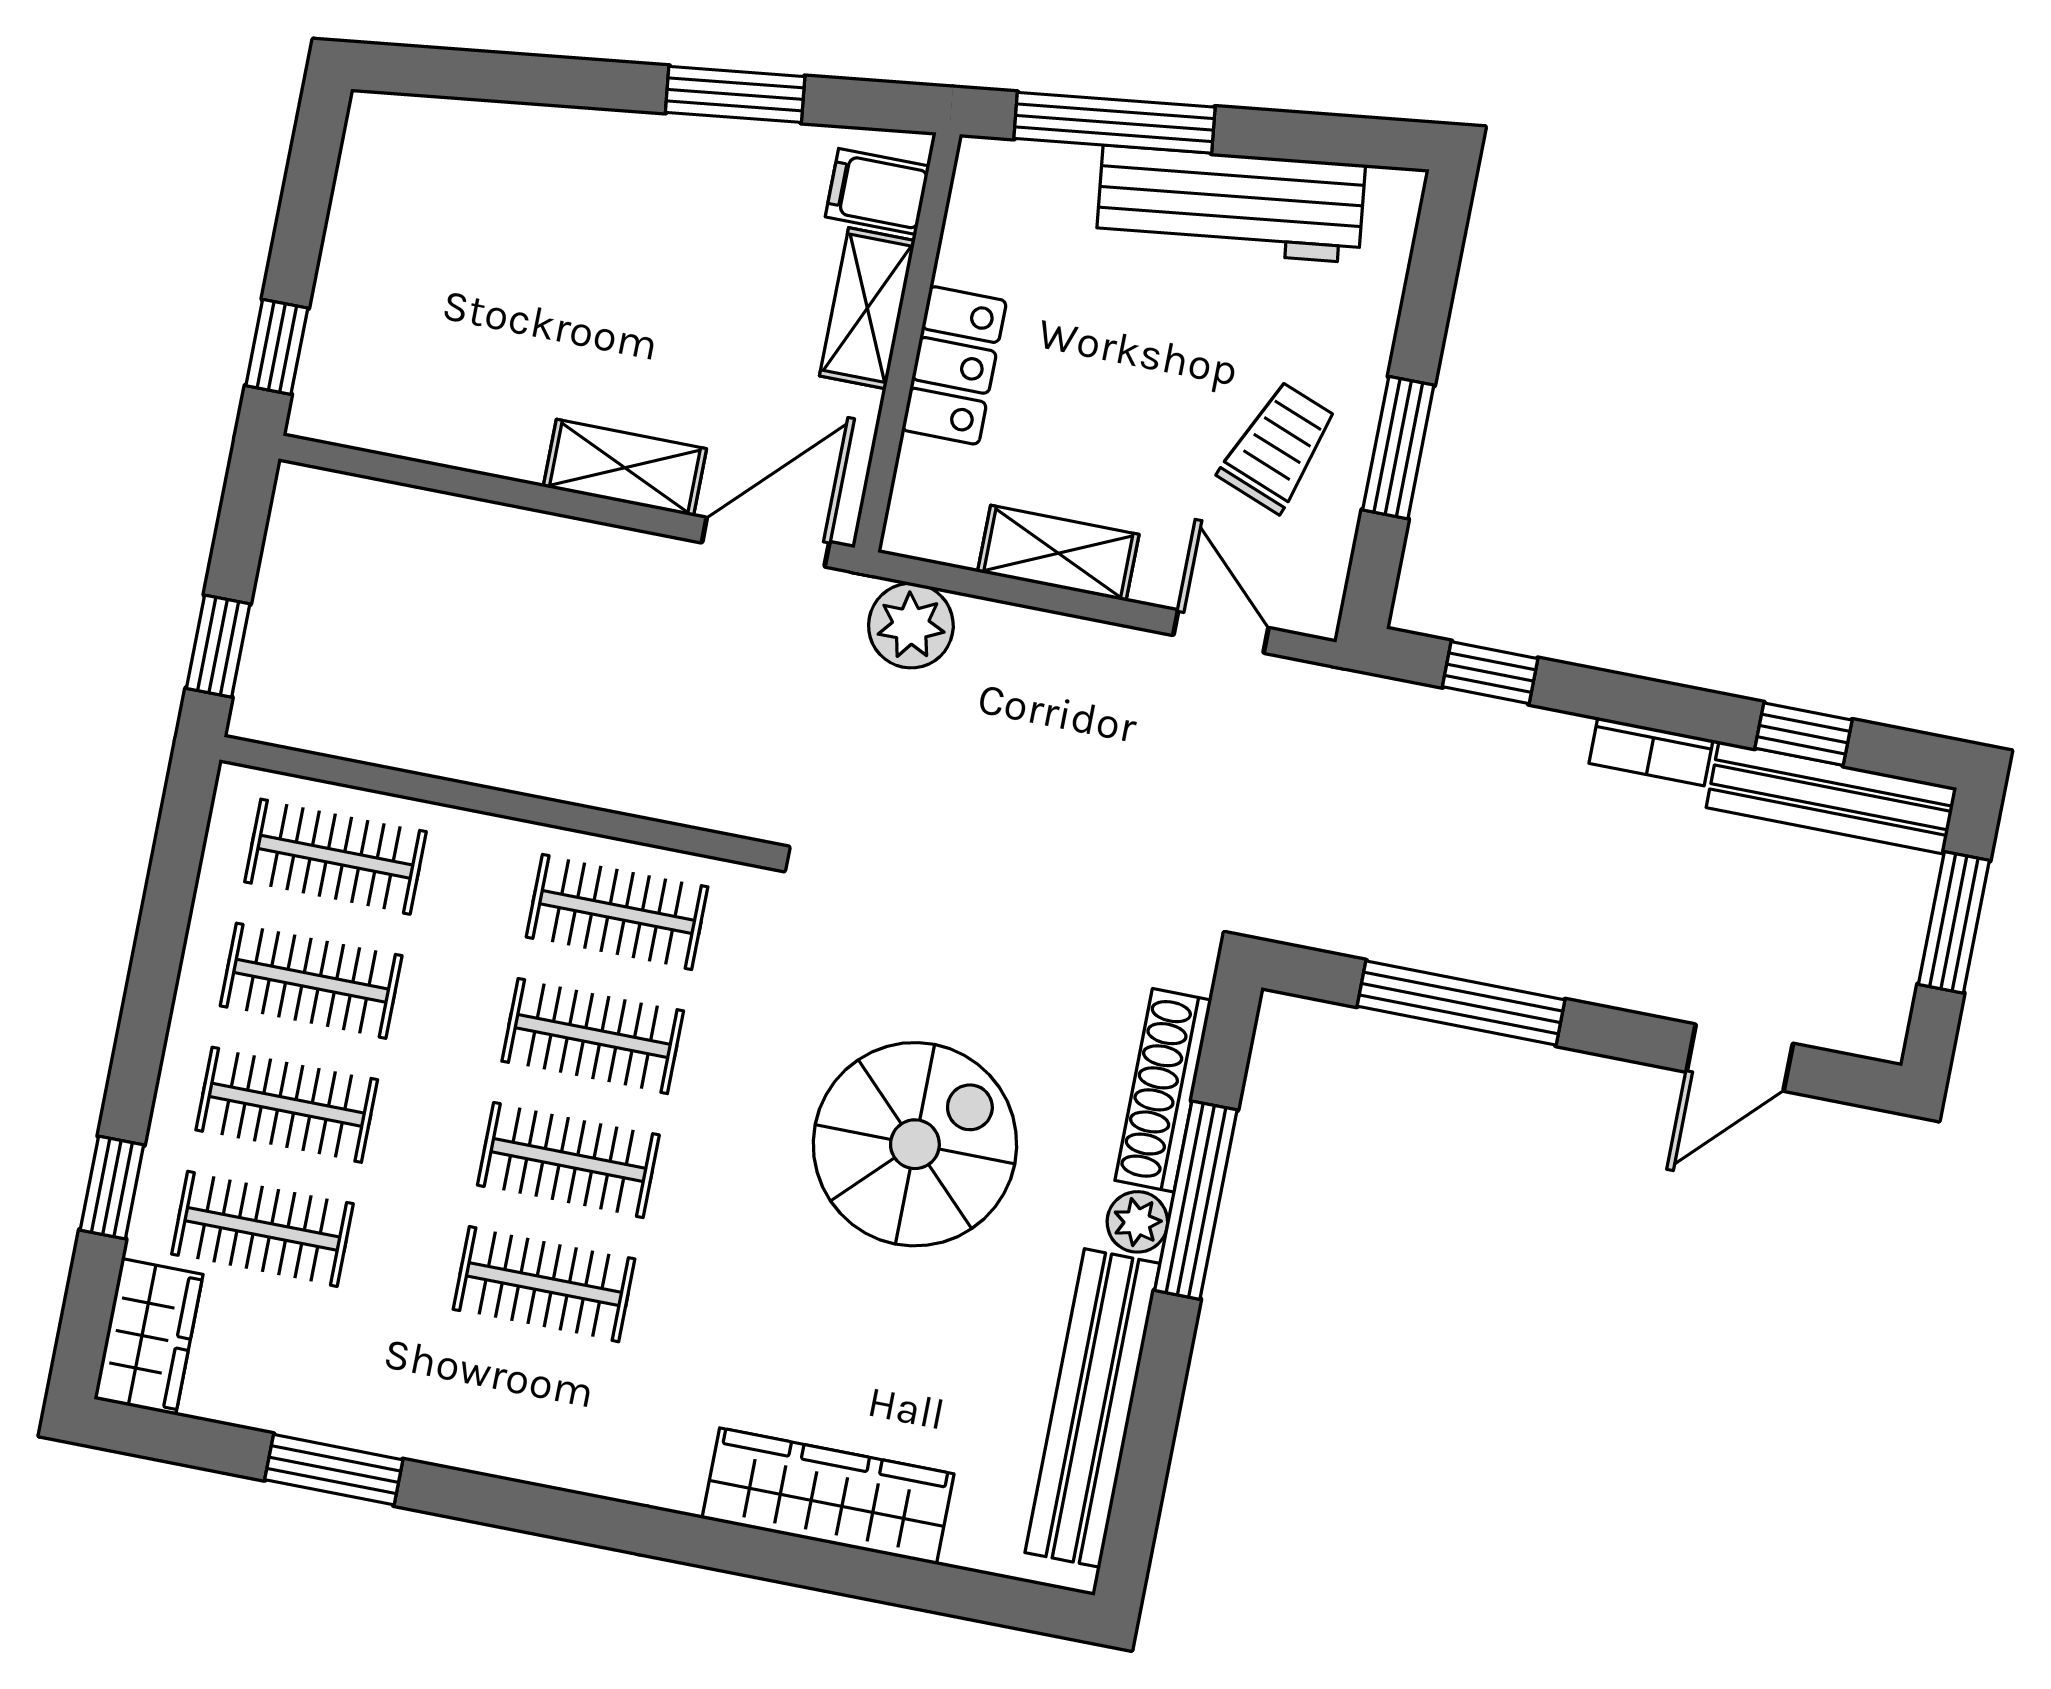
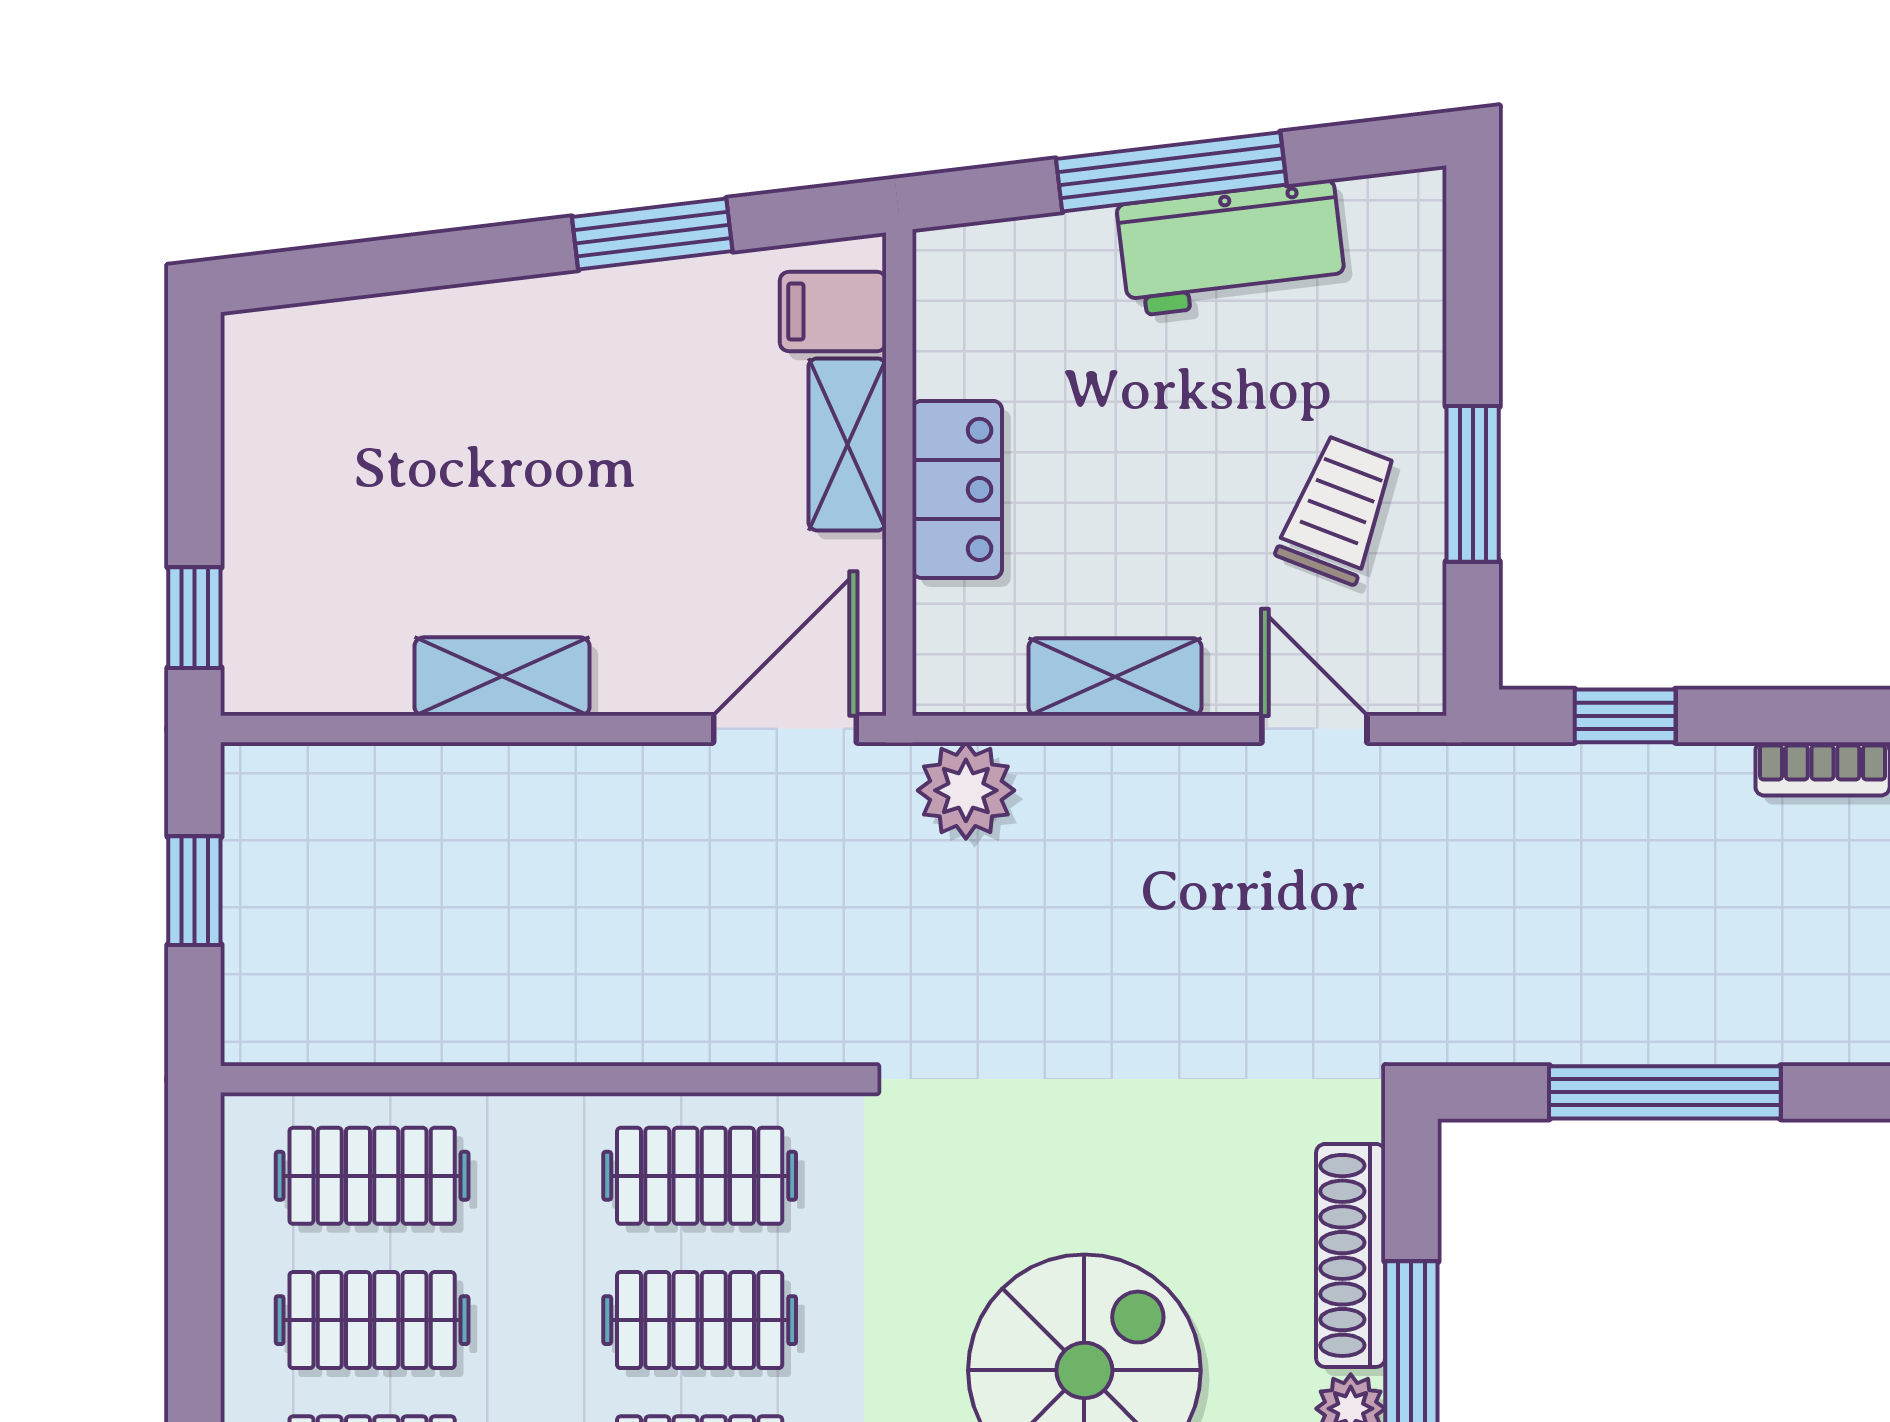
window: (1114, 123) -> (1171, 172), moved
workbench: (1231, 204) -> (1231, 248), width x0.73
shelving: (625, 468) -> (502, 676), moved
window: (218, 646) -> (194, 891), moved

